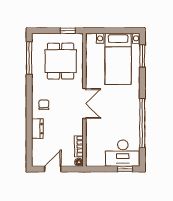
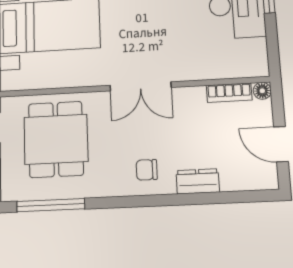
dining table: (61, 61) -> (56, 139), turned 90
double door: (84, 104) -> (141, 86), swing flipped

